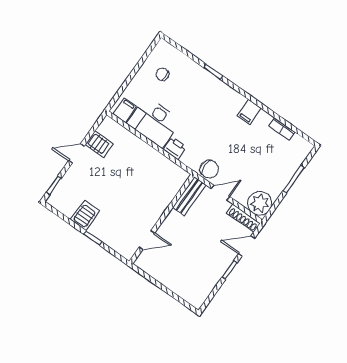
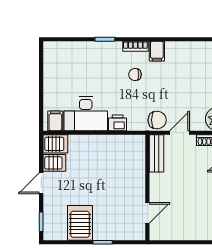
chair: (162, 74) -> (135, 75), moved
server rack: (111, 129) -> (55, 144), added
bookcase: (282, 129) -> (135, 46), moved
server rack: (85, 215) -> (80, 223), width x1.36, depth x1.44

